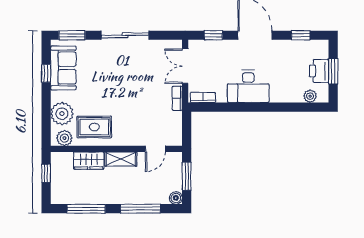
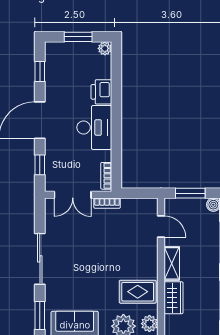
printer: (319, 71) -> (101, 92), moved, turned 90
plant: (310, 96) -> (105, 48), moved
rug: (94, 127) -> (138, 292), turned 90

